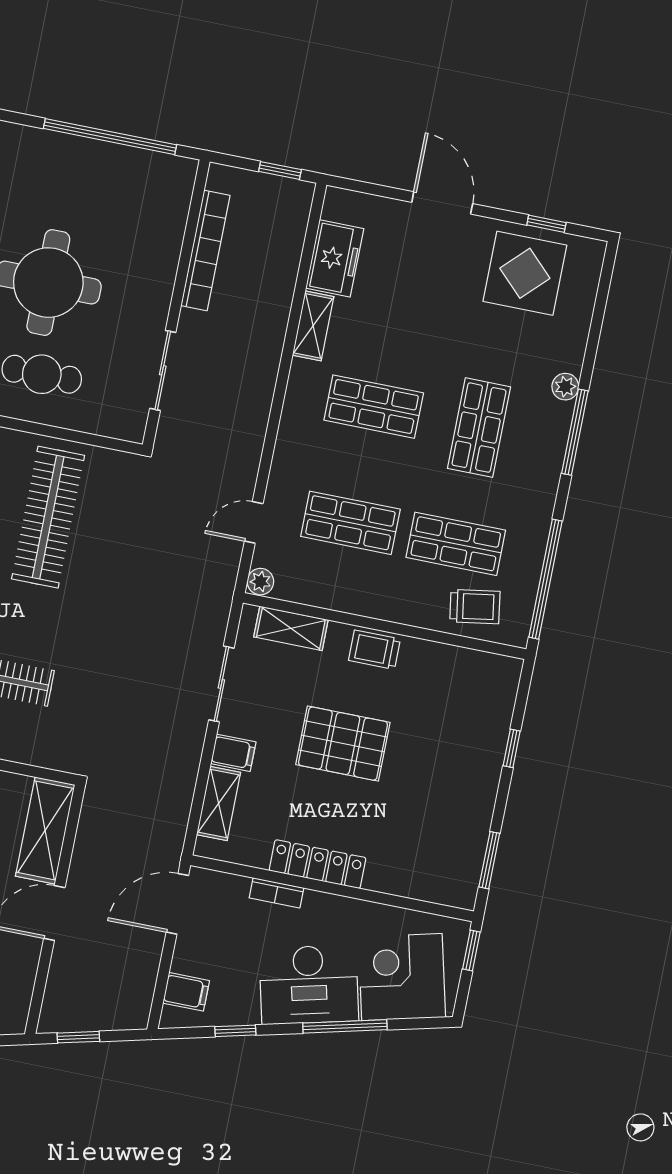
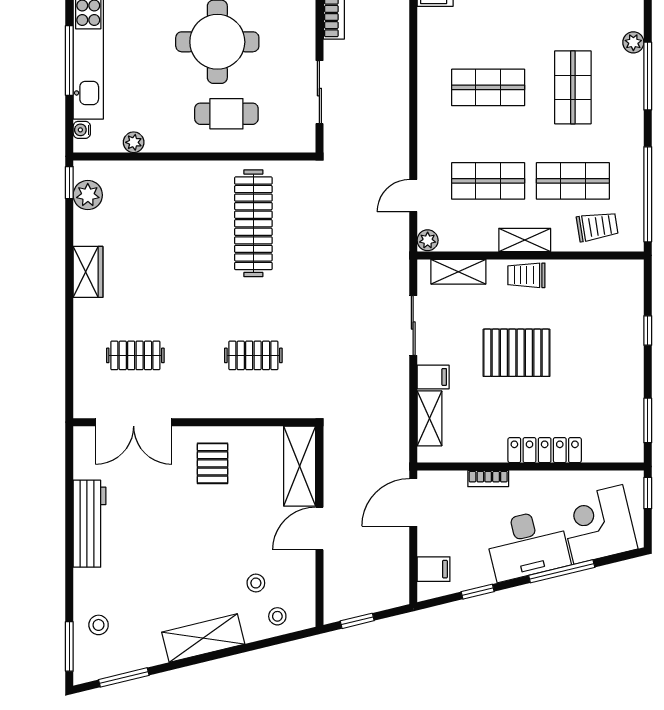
shelving: (313, 326) -> (525, 240), moved, turned 90
locker: (318, 864) -> (545, 450), moved

